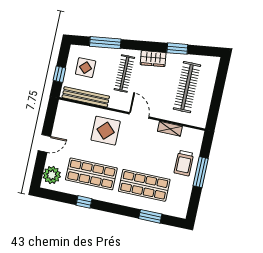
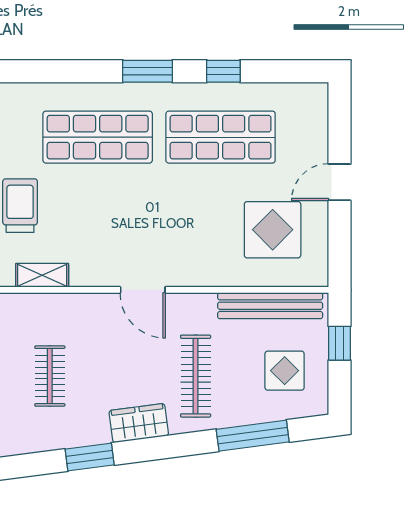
clothes rail: (187, 87) -> (50, 376), width x0.54, depth x0.76
shelving: (170, 129) -> (42, 275), moved
display table: (106, 131) -> (273, 230), moved
plant: (52, 175) -> (308, 116), removed
window: (150, 216) -> (147, 71), moved

